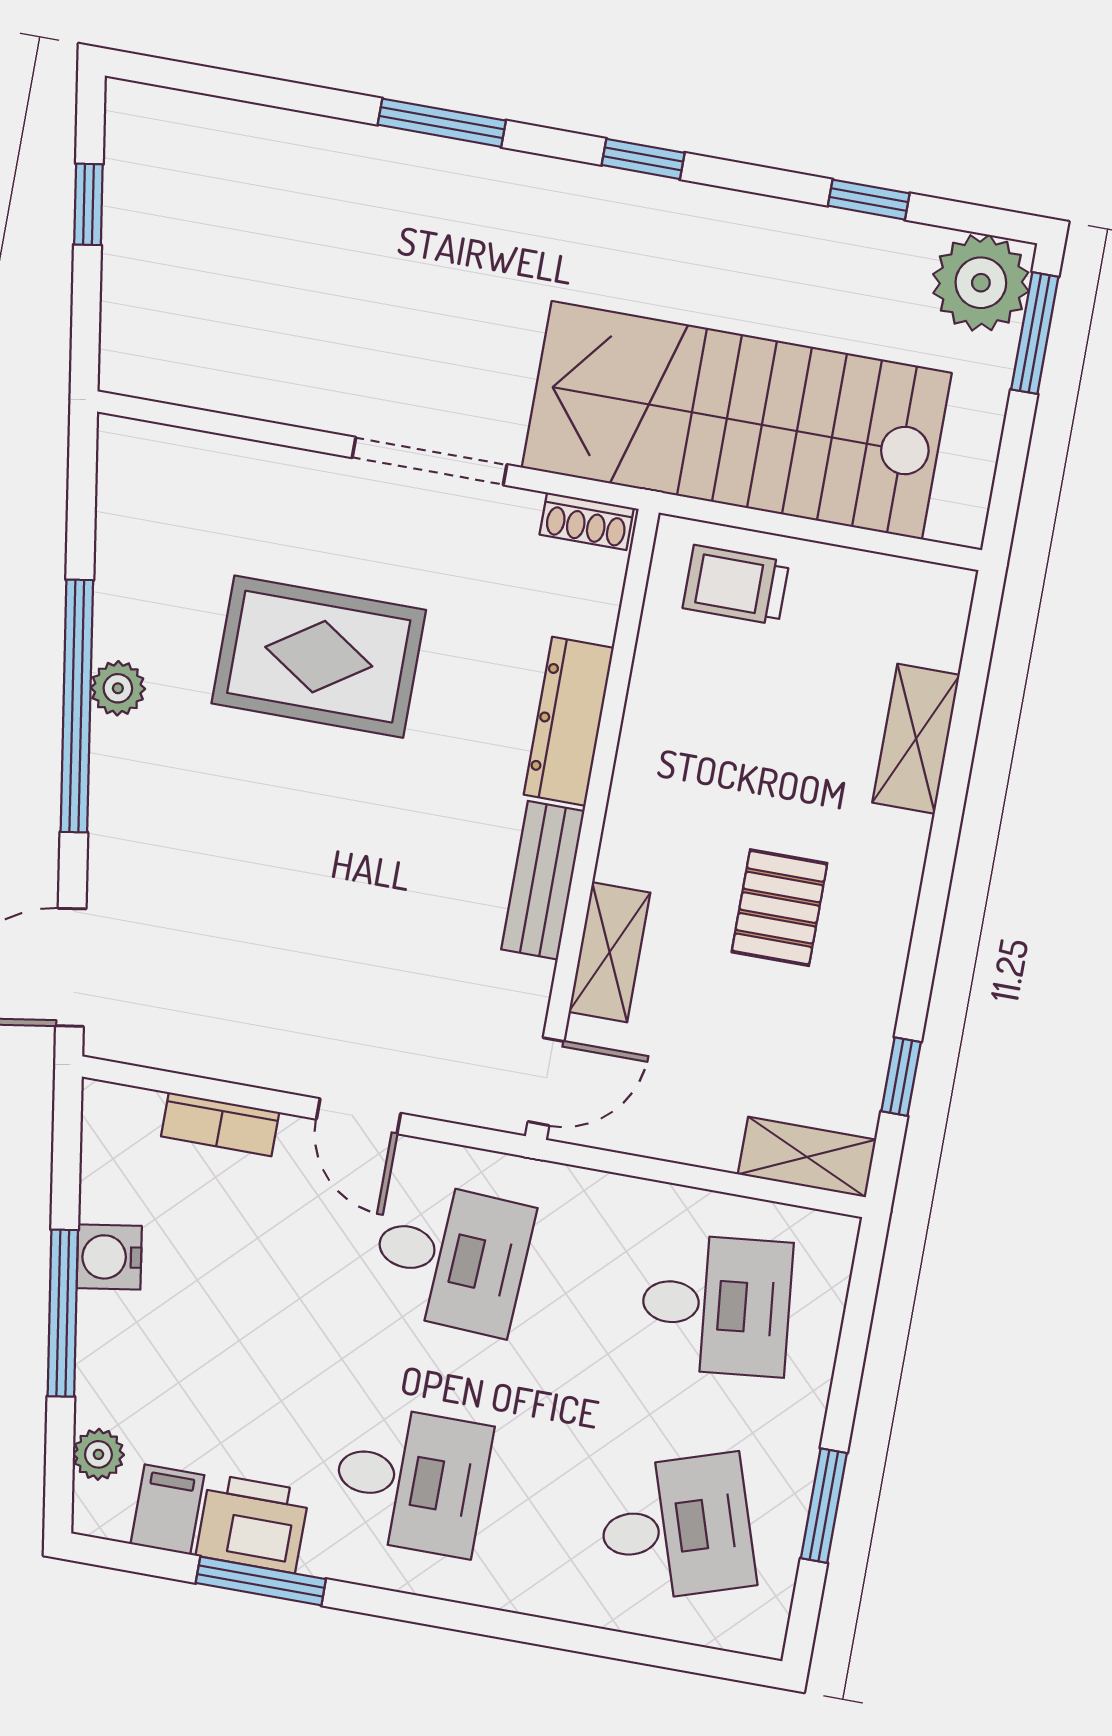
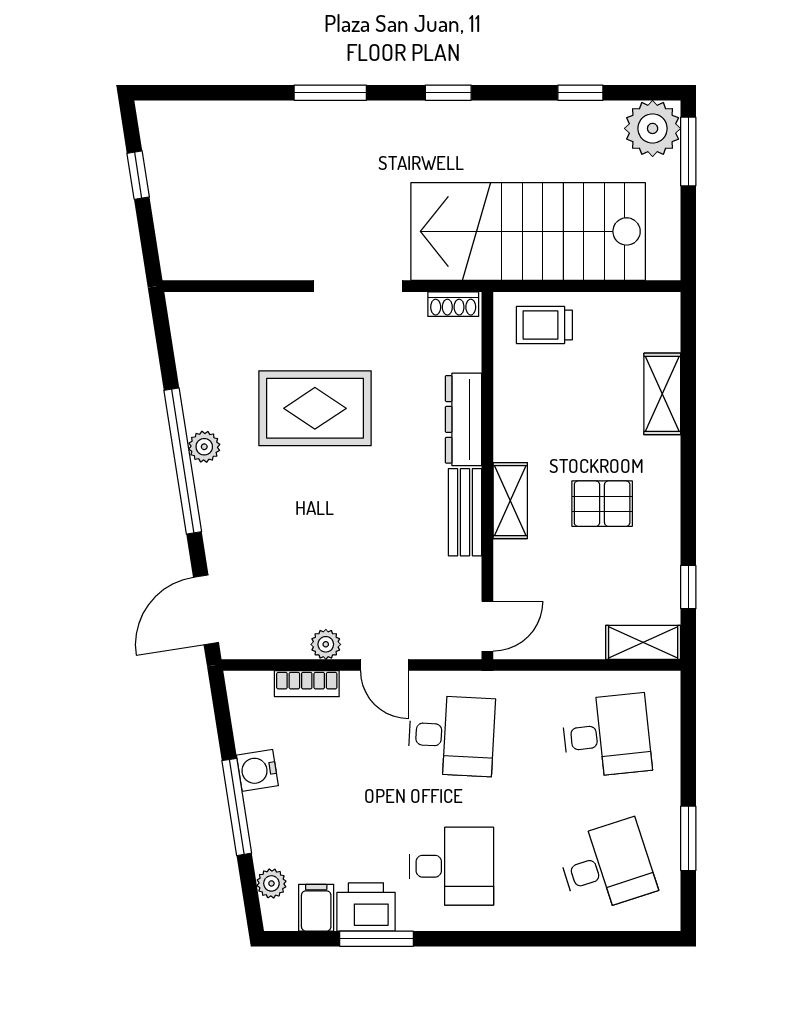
pallet: (779, 908) -> (602, 504), turned 90
shelving: (610, 952) -> (510, 501), moved
plant: (265, 1063) -> (326, 644), added

